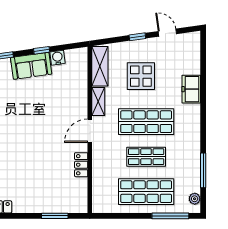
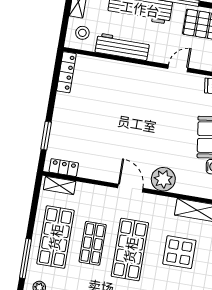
plant: (77, 102) -> (163, 179), added
shelving: (98, 102) -> (60, 185), moved
locker: (81, 165) -> (64, 168), moved

